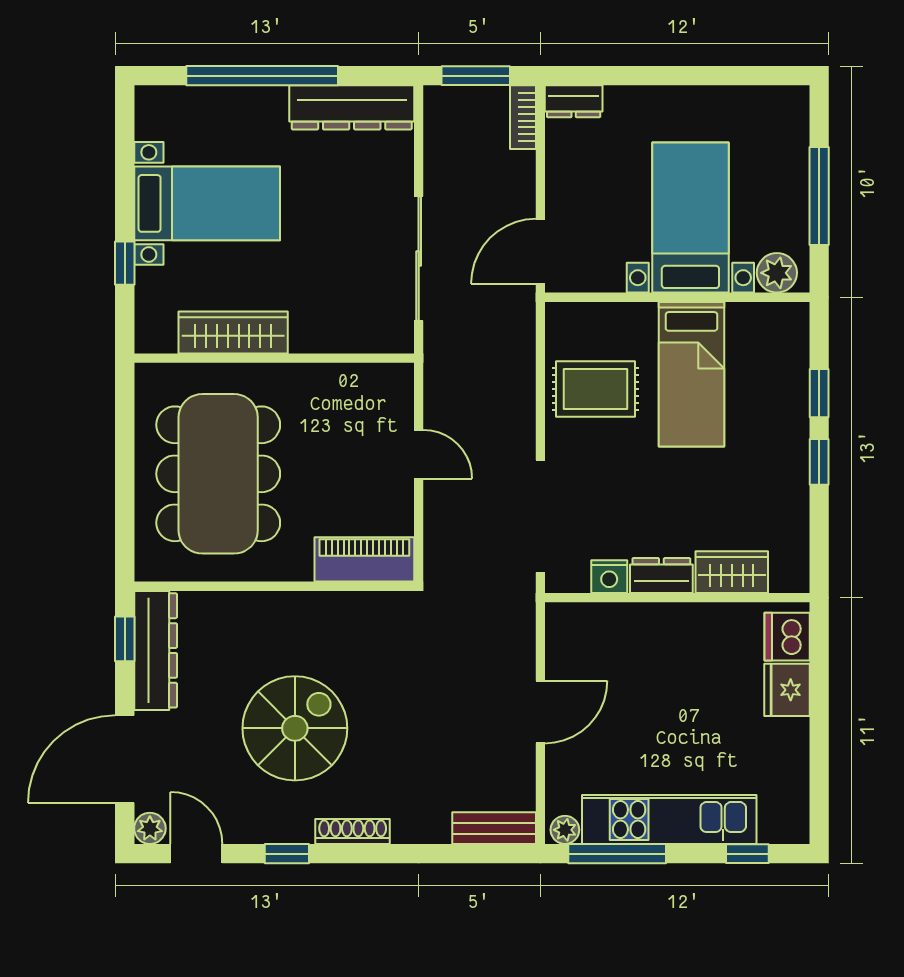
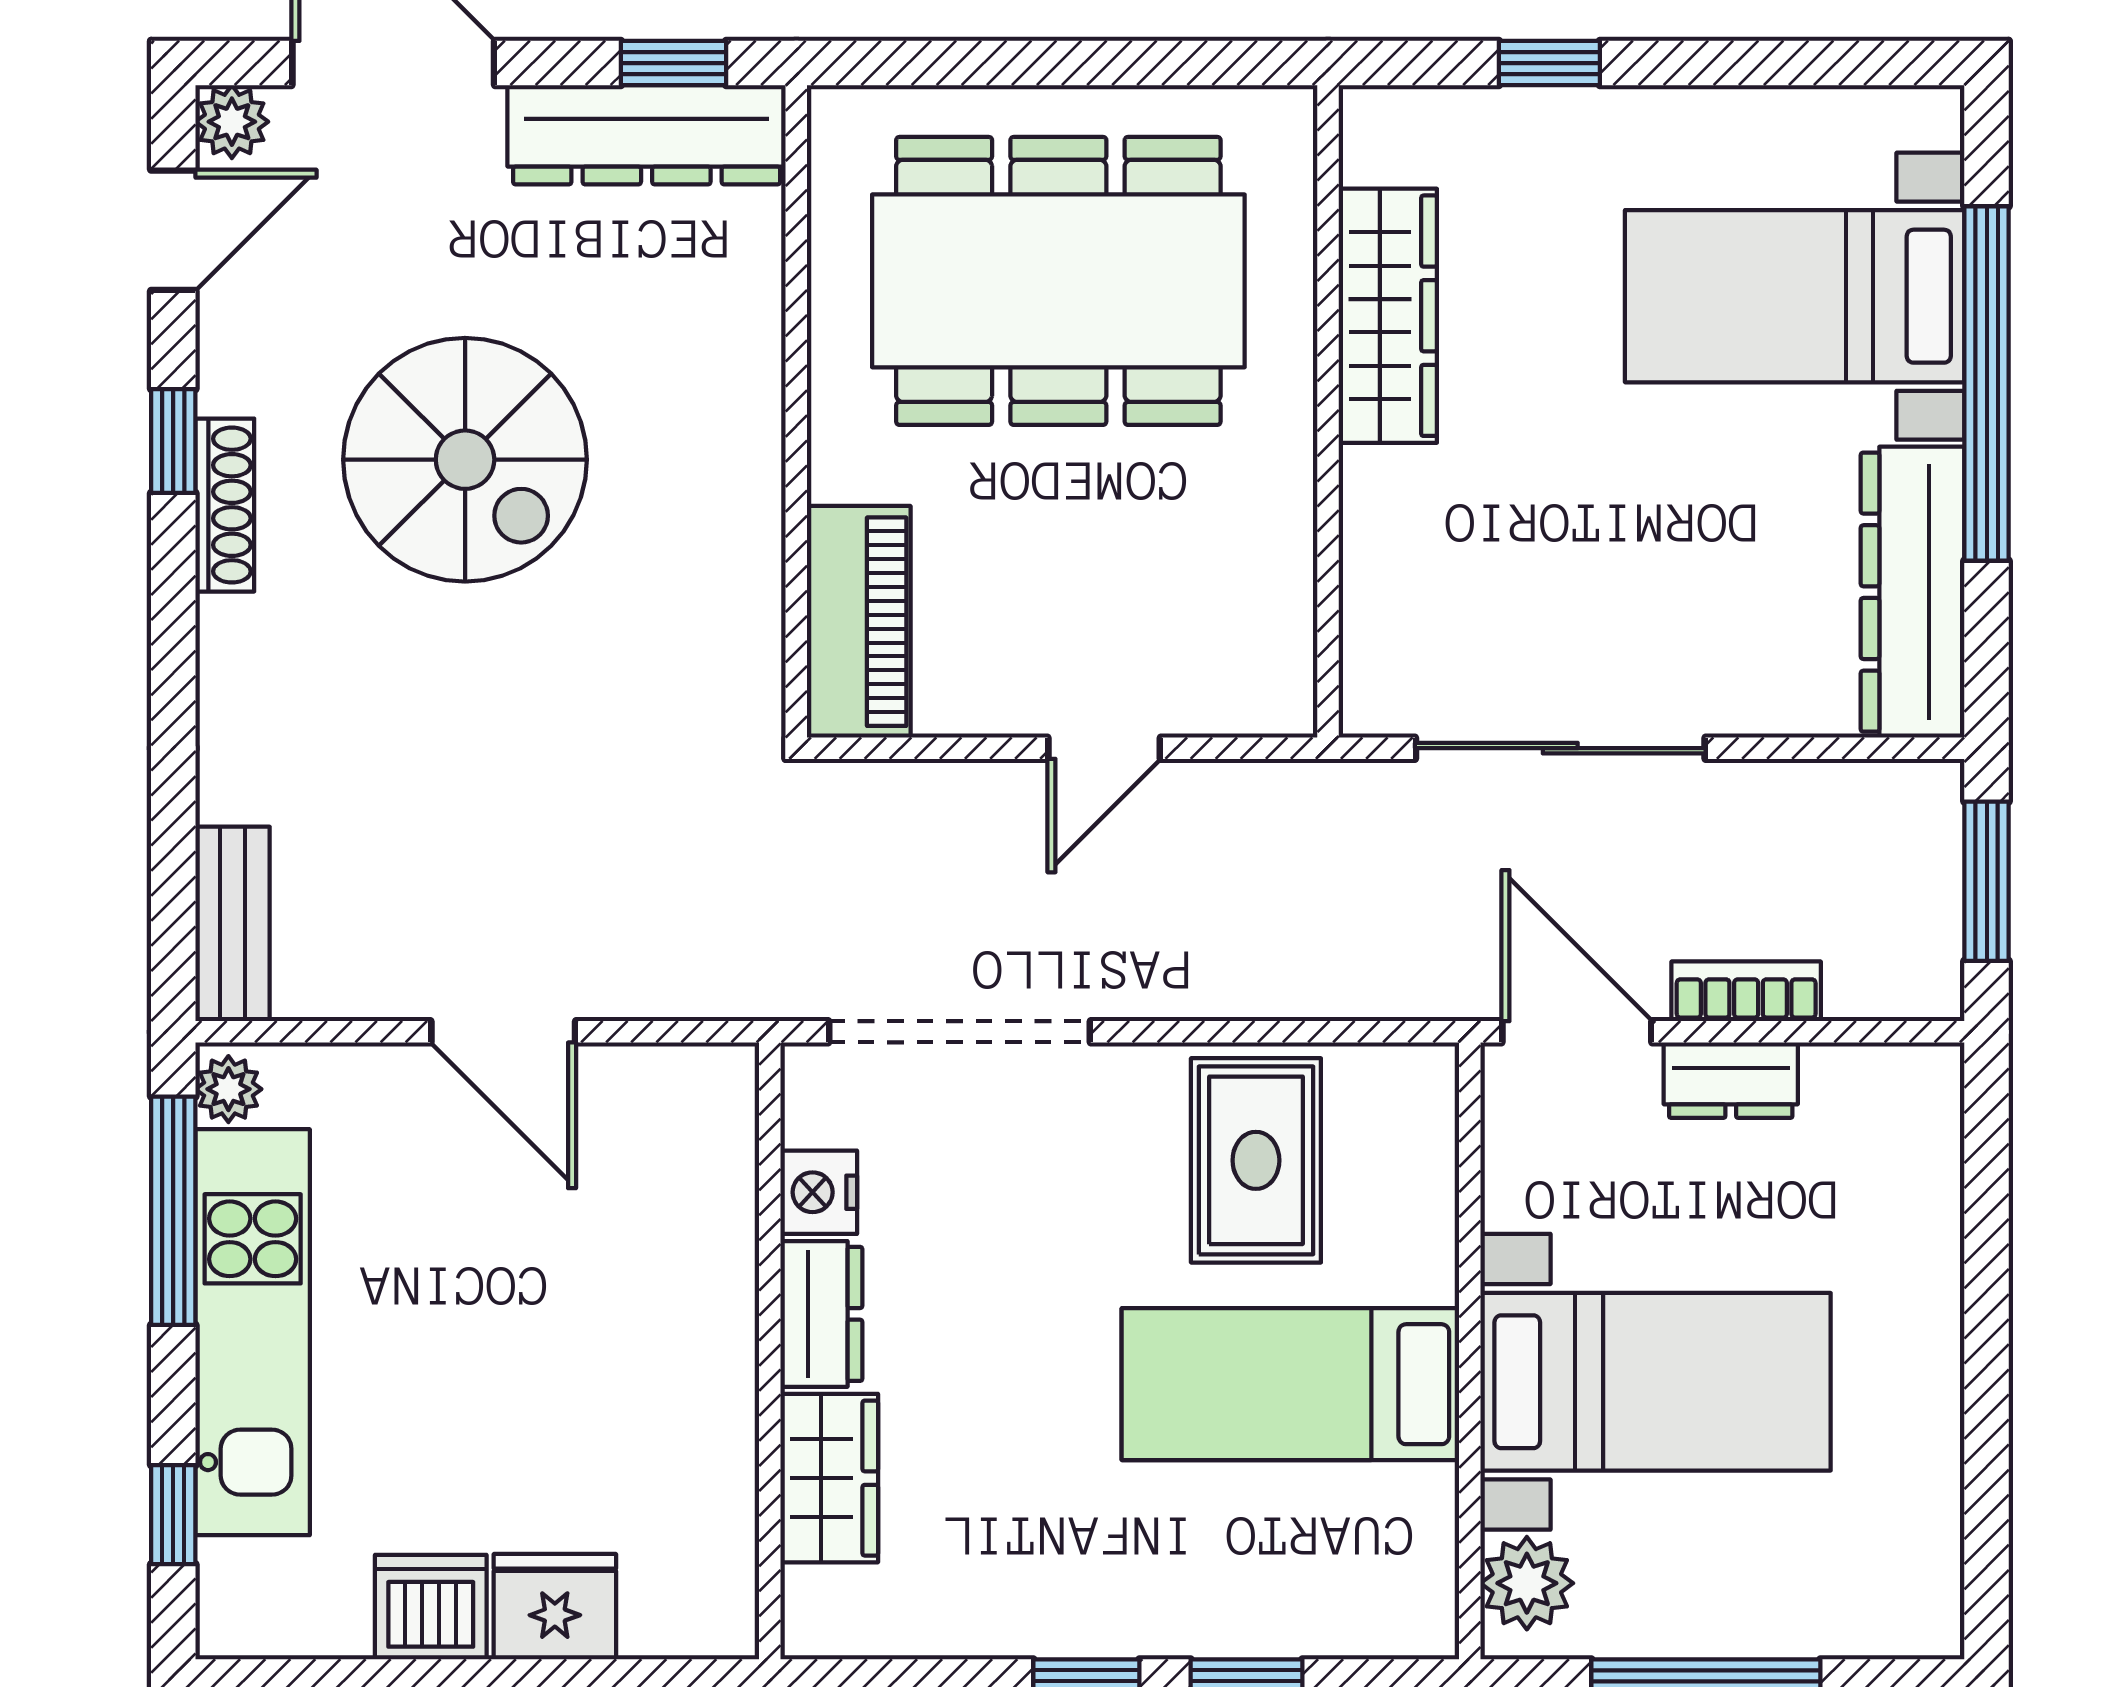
dresser: (574, 101) -> (1731, 1080), moved, turned -90
bookcase: (523, 117) -> (1746, 991), moved
bed with nightstands: (207, 203) -> (1795, 296), moved, turned 90
dishwasher: (787, 637) -> (431, 1607), moved
shoe rack: (353, 831) -> (225, 505), moved

